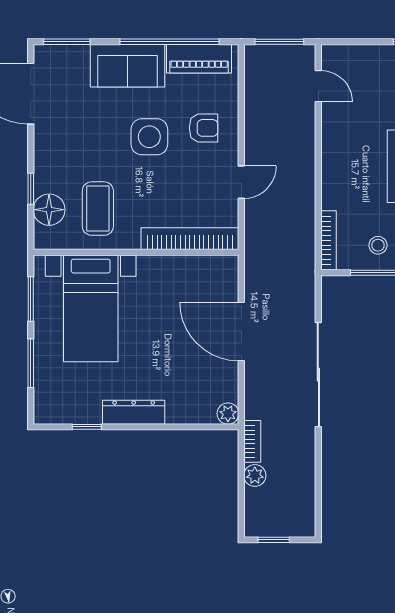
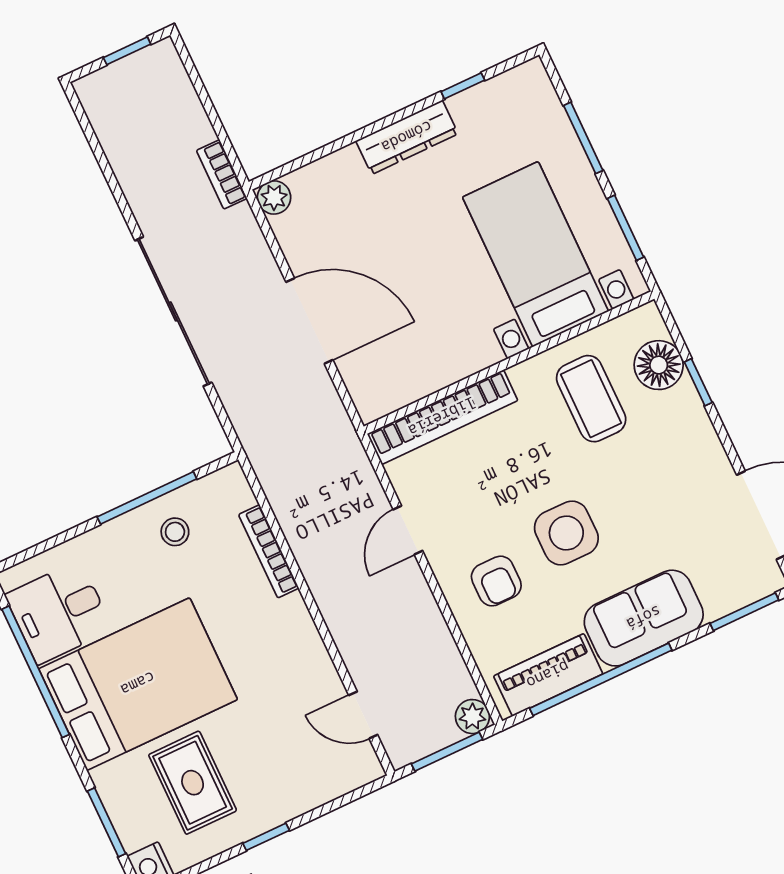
armchair: (204, 128) -> (496, 581), turned -90
bookcase: (329, 240) -> (269, 551), moved
plant: (255, 475) -> (472, 717), moved

